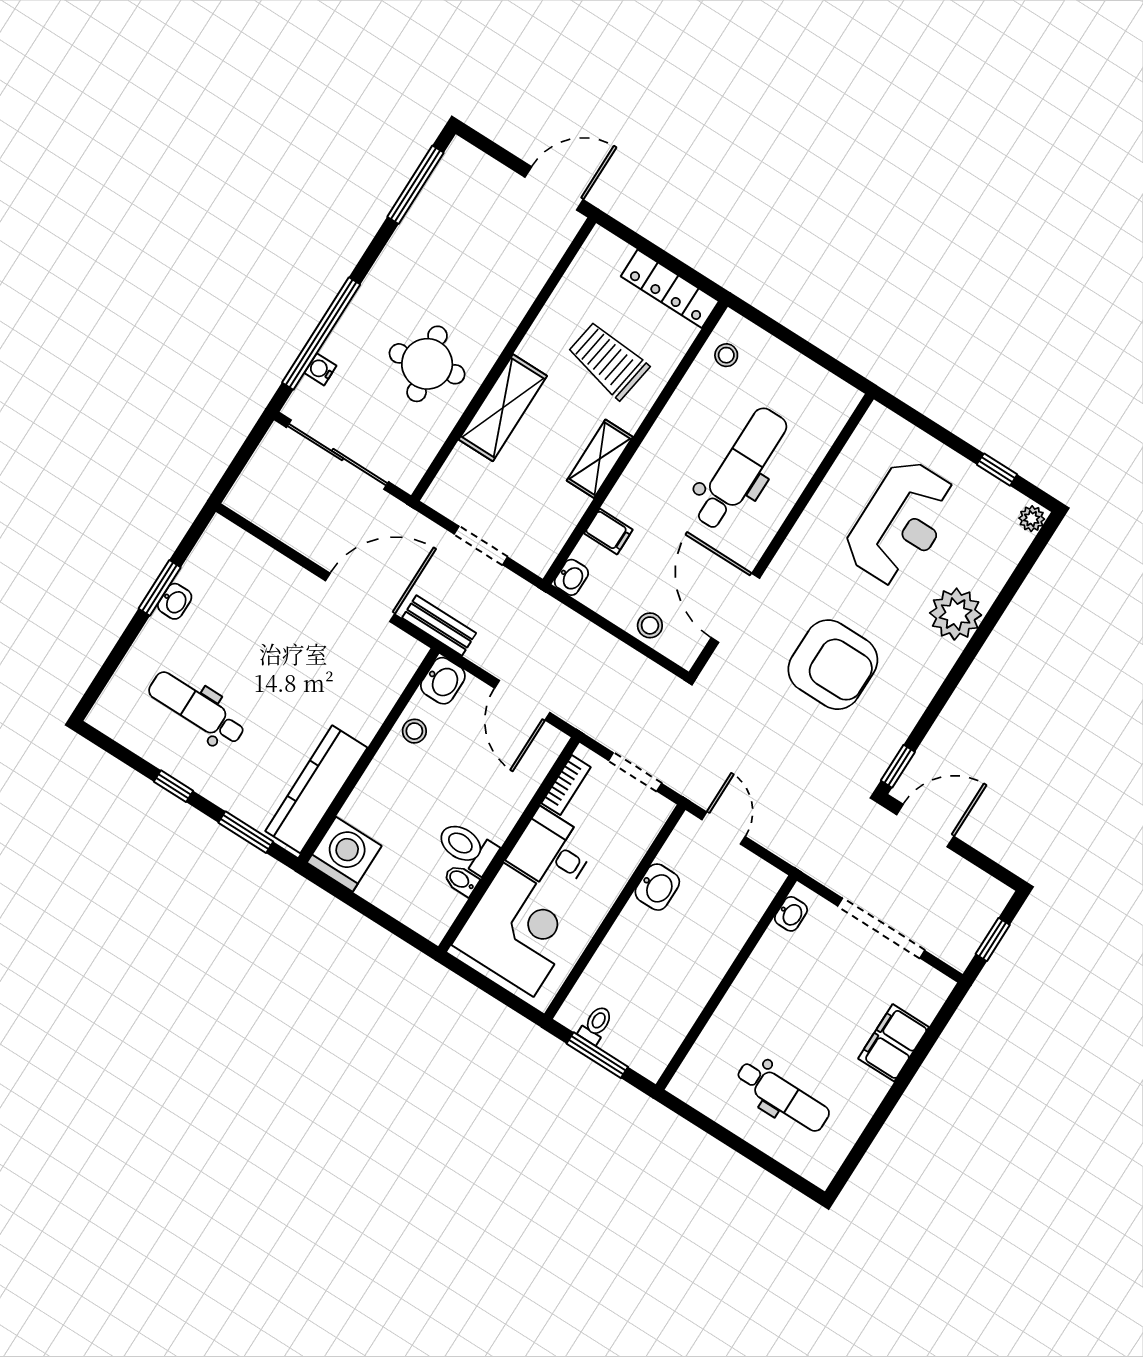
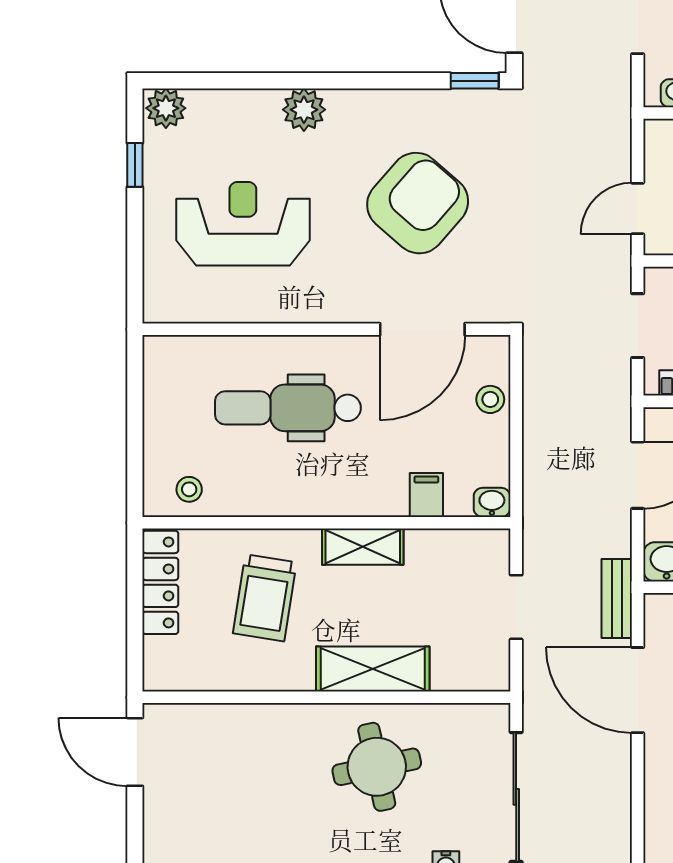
plant: (1032, 519) -> (166, 108), width x1.38, depth x1.38
plant: (956, 614) -> (304, 110), width x0.73, depth x0.73
armchair: (833, 665) -> (418, 203), turned 41

